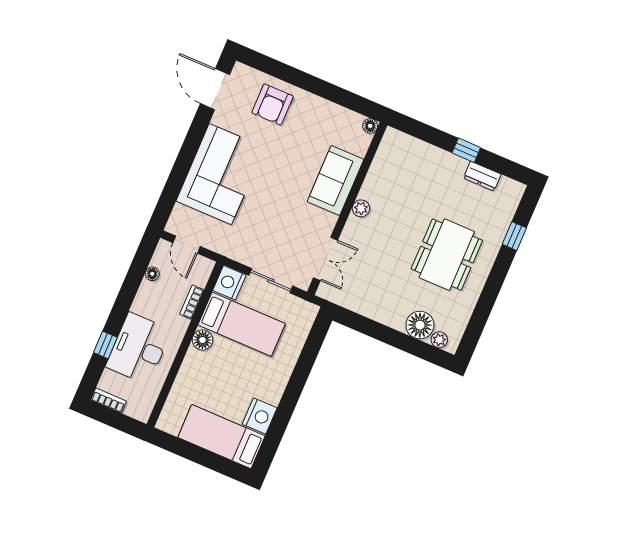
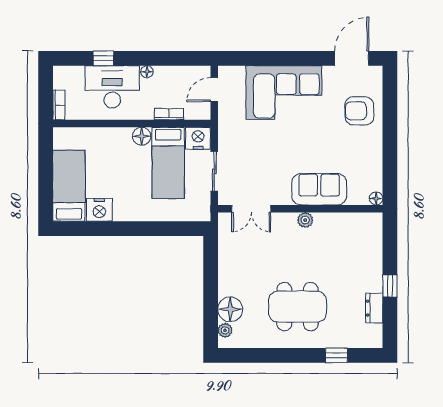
floor lamp: (152, 274) -> (147, 72), moved
bookcase: (108, 401) -> (59, 105), moved

